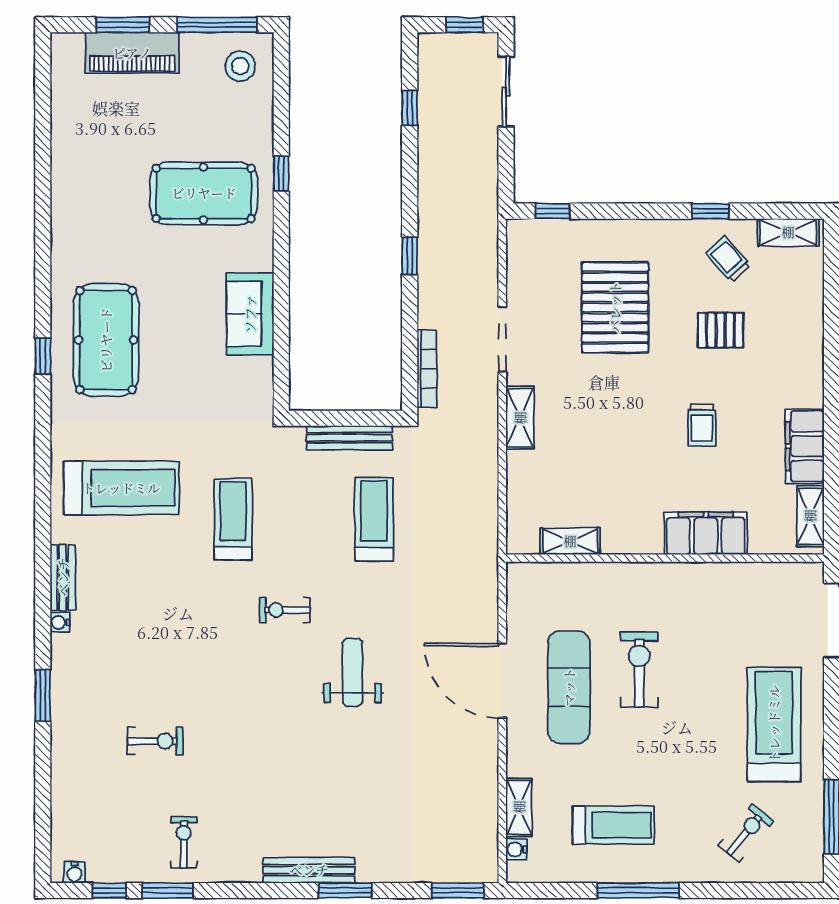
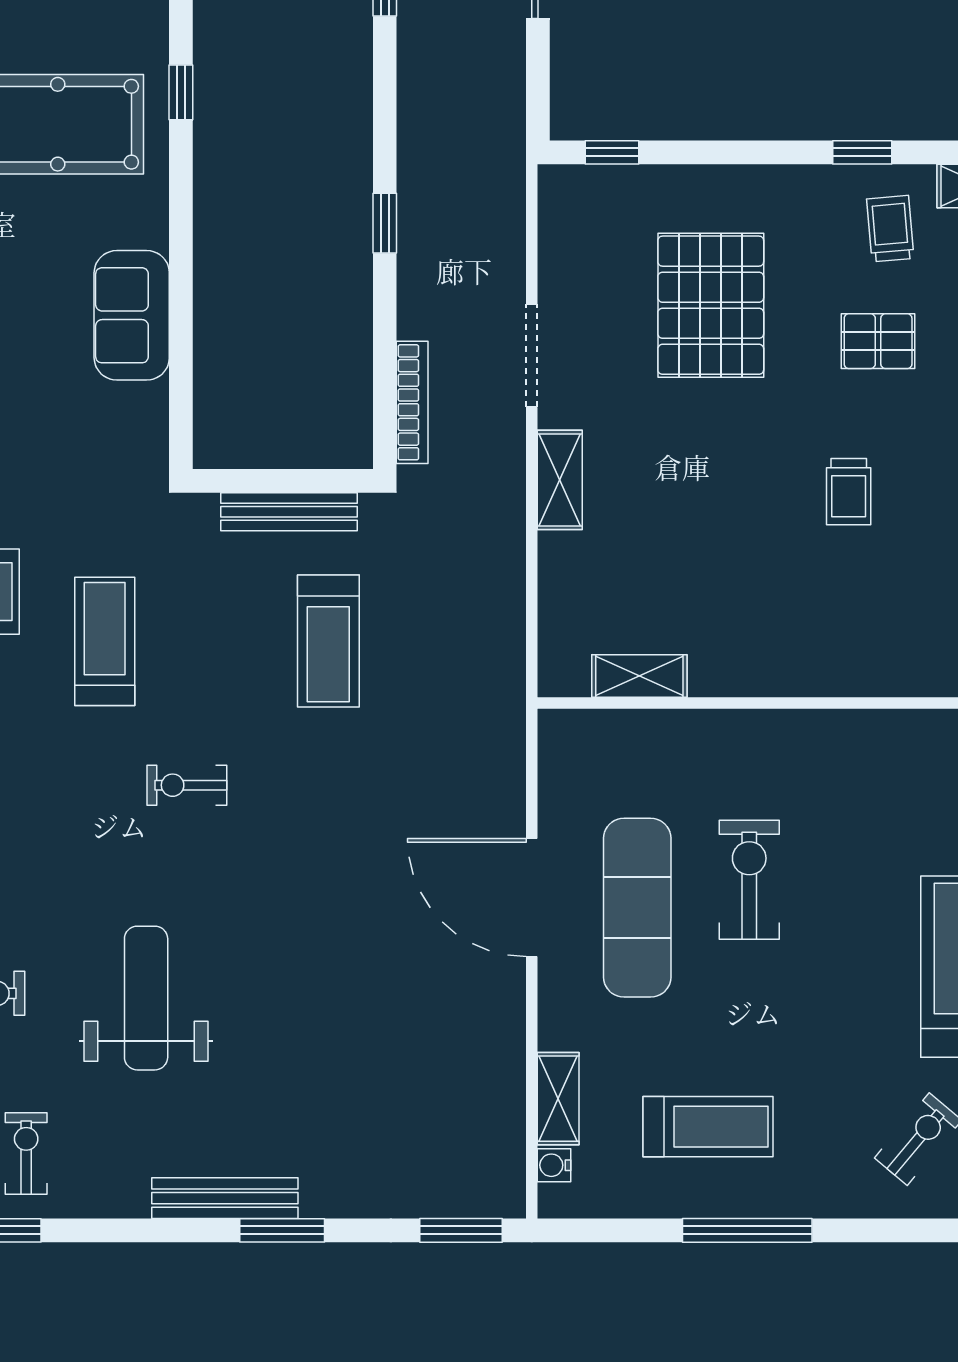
trolley: (728, 259) -> (890, 229), turned 37
treadmill: (374, 519) -> (328, 641), turned 180
filing cabinet: (706, 533) -> (855, 663), removed
weight bench: (353, 672) -> (146, 998), moved, width x1.36, depth x1.33

